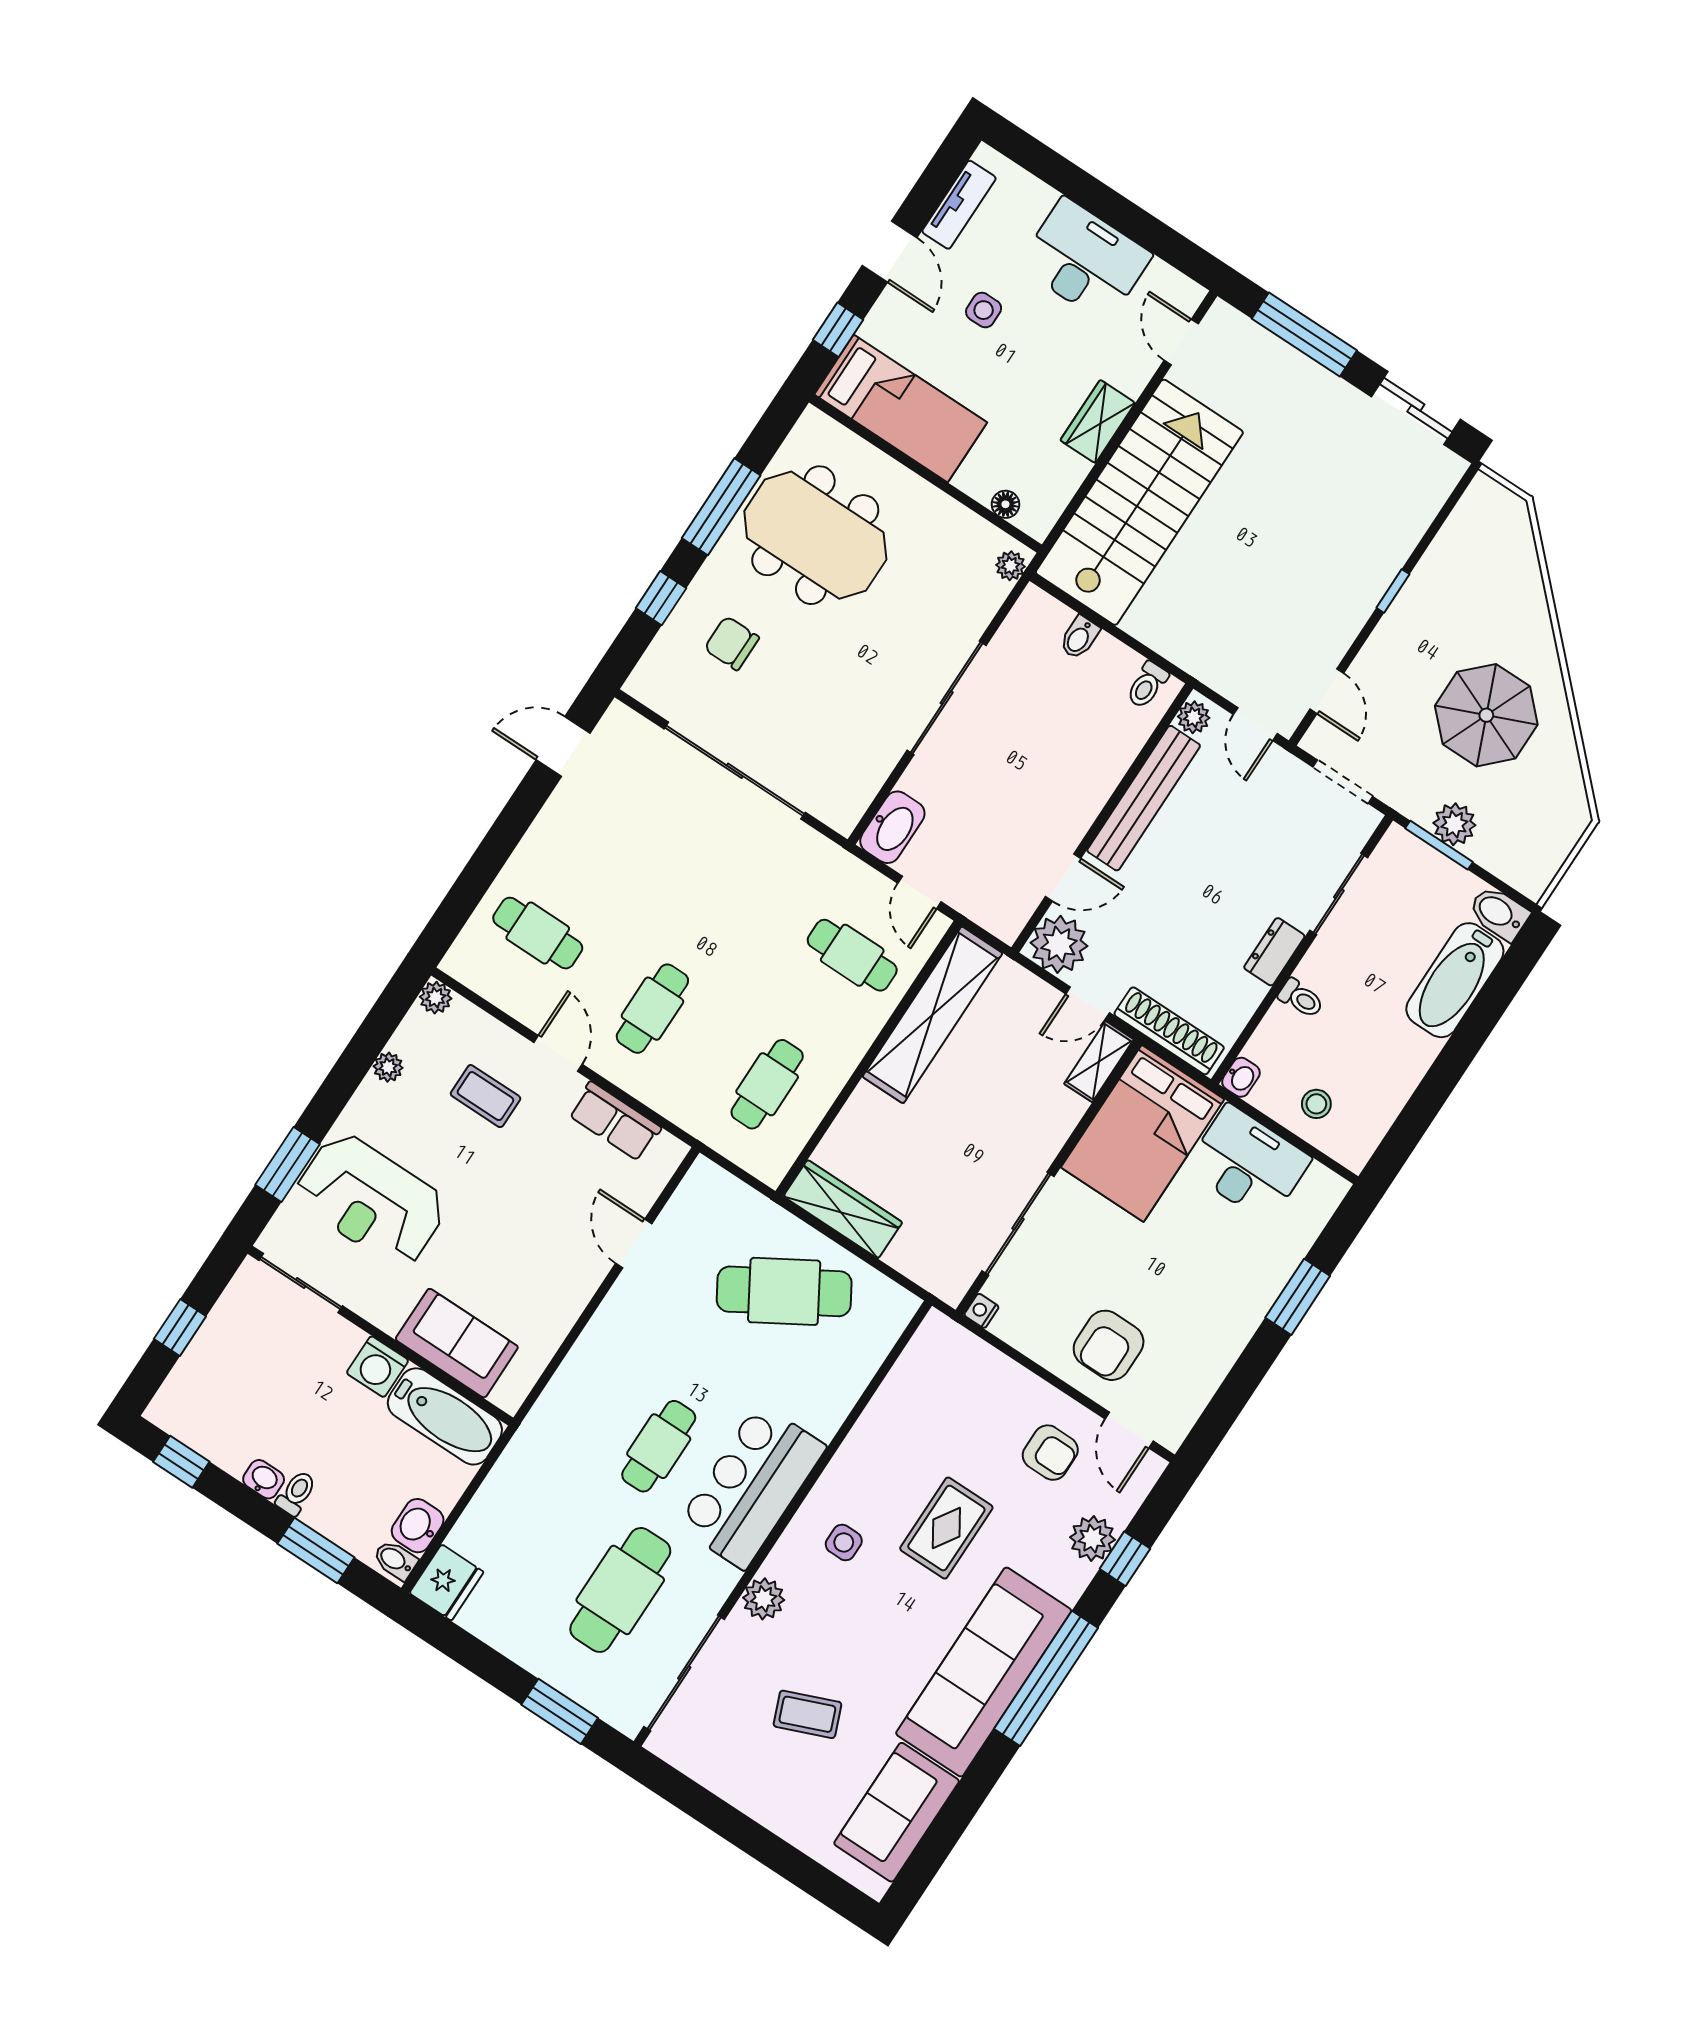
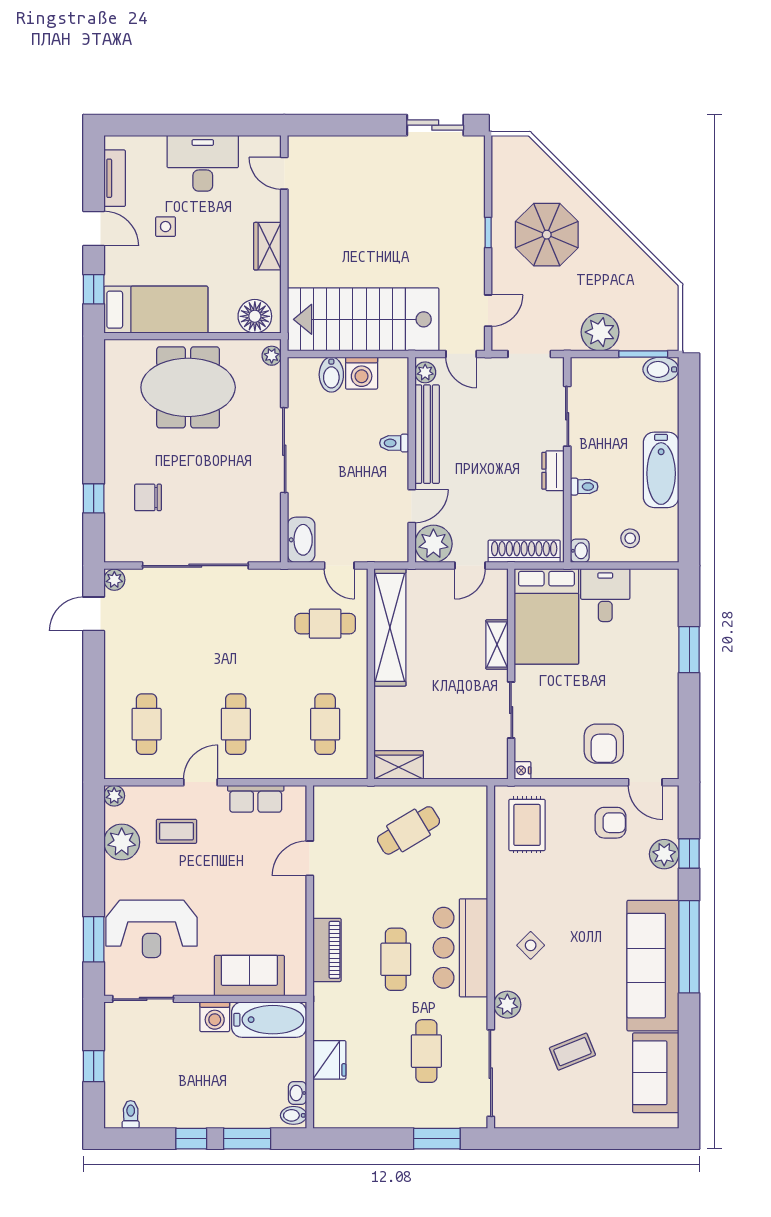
window: (1304, 335) -> (348, 125), removed
stairs: (1139, 502) -> (363, 319), moved, turned -90
floor lamp: (1005, 504) -> (255, 316), width x1.89, depth x1.89
window: (721, 507) -> (94, 427), removed
meeting table: (815, 535) -> (188, 387), moved
bidet: (1079, 637) -> (331, 375), width x1.38, depth x1.36
washing machine: (1111, 664) -> (362, 373), added
toilet: (1147, 685) -> (394, 443), moved, turned 90
door: (1327, 691) -> (488, 311), hinge flipped
parasol: (1486, 715) -> (547, 235), moved
plant: (619, 720) -> (114, 580), added
plant: (1454, 824) -> (600, 332), width x1.36, depth x1.36
window: (1439, 845) -> (643, 354), moved
cafe table: (538, 933) -> (147, 724), turned 90
bathtub: (1455, 980) -> (661, 470), moved
door: (558, 1053) -> (201, 782), hinge flipped
shelving: (1099, 1062) -> (497, 645), moved
plant: (388, 1067) -> (122, 842), width x1.88, depth x1.88
desk: (1248, 1163) -> (605, 595), width x0.73
wardrobe: (843, 1209) -> (399, 765), width x0.67
sliding door: (1018, 1224) -> (511, 710), width x0.73
door: (634, 1244) -> (310, 858), hinge flipped
cafe table: (784, 1291) -> (408, 830), width x0.73, depth x0.74
piano: (578, 1376) -> (327, 950), added
window: (181, 1462) -> (191, 1139), moved
washbasin: (264, 1479) -> (193, 1119), removed
toilet: (296, 1493) -> (131, 1114), moved
washbasin: (418, 1526) -> (297, 1093), width x0.72, depth x0.69
rug: (946, 1528) -> (527, 825), moved
side table: (844, 1542) -> (531, 945), turned 45
fridge: (446, 1582) -> (329, 1060), moved
cafe table: (620, 1590) -> (426, 1051), width x0.73, depth x0.74

